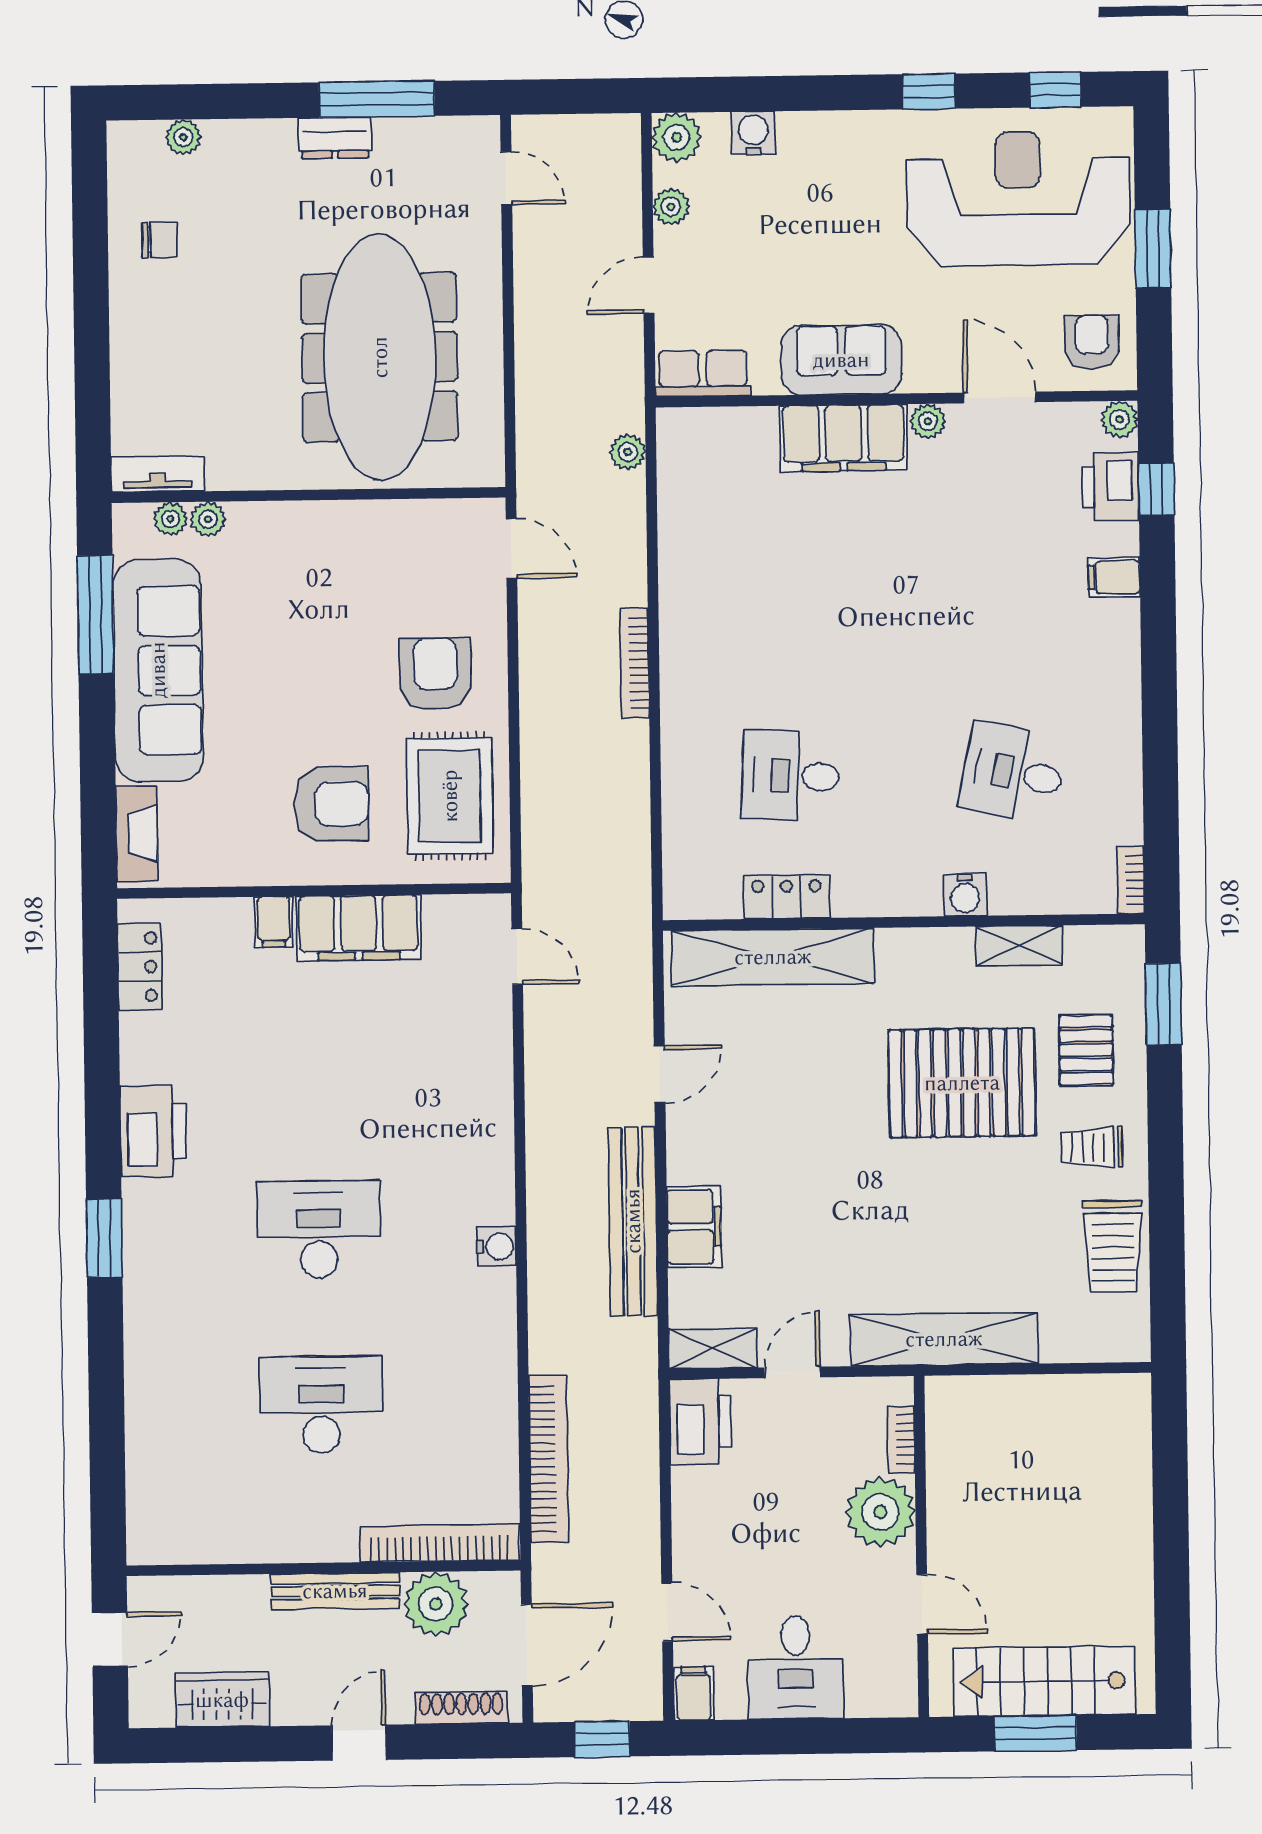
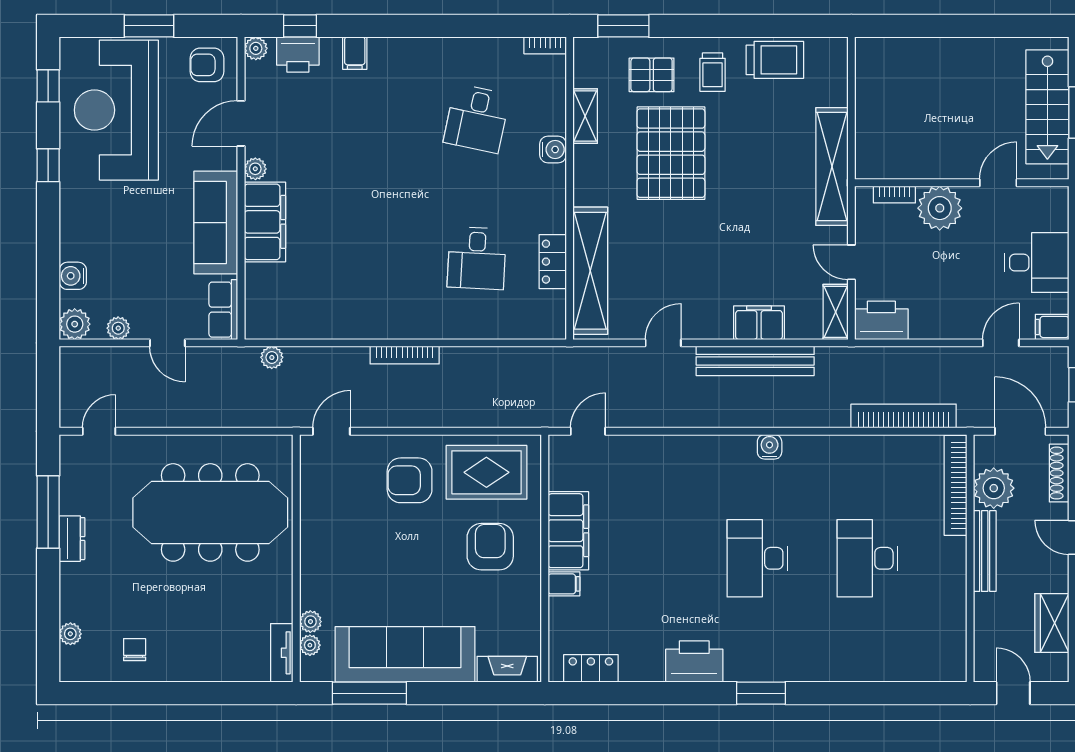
sofa: (841, 360) -> (216, 223), width x1.36
door: (660, 1074) -> (663, 343), hinge flipped

